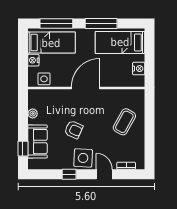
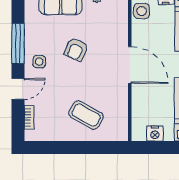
side table: (83, 158) -> (39, 62), width x0.54, depth x0.54
window: (69, 174) -> (18, 44), width x2.17

